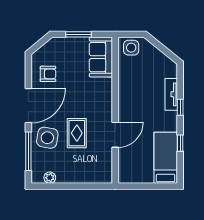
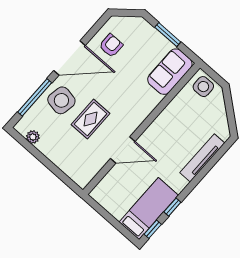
armchair: (48, 74) -> (111, 46), turned -90
tv unit: (171, 94) -> (202, 158), width x1.41
window: (180, 107) -> (153, 229), moved

